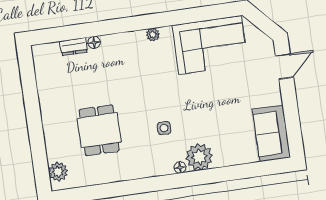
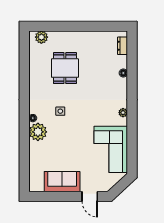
dresser: (74, 47) -> (123, 46), moved
dining table: (99, 130) -> (65, 68), turned 90
sofa: (271, 133) -> (62, 182), moved

